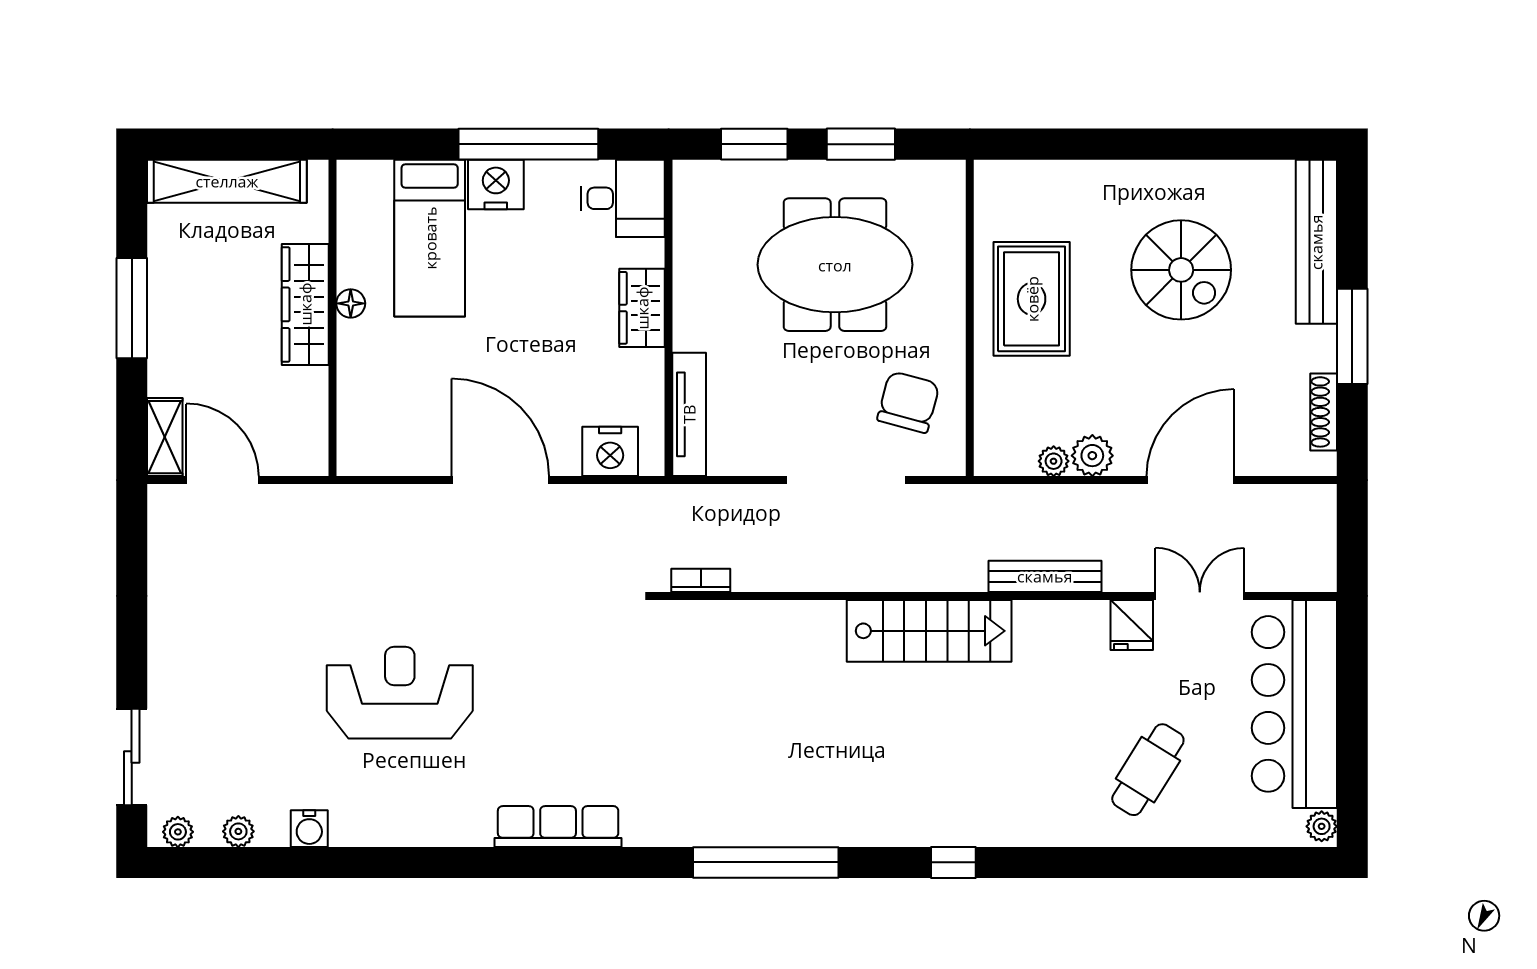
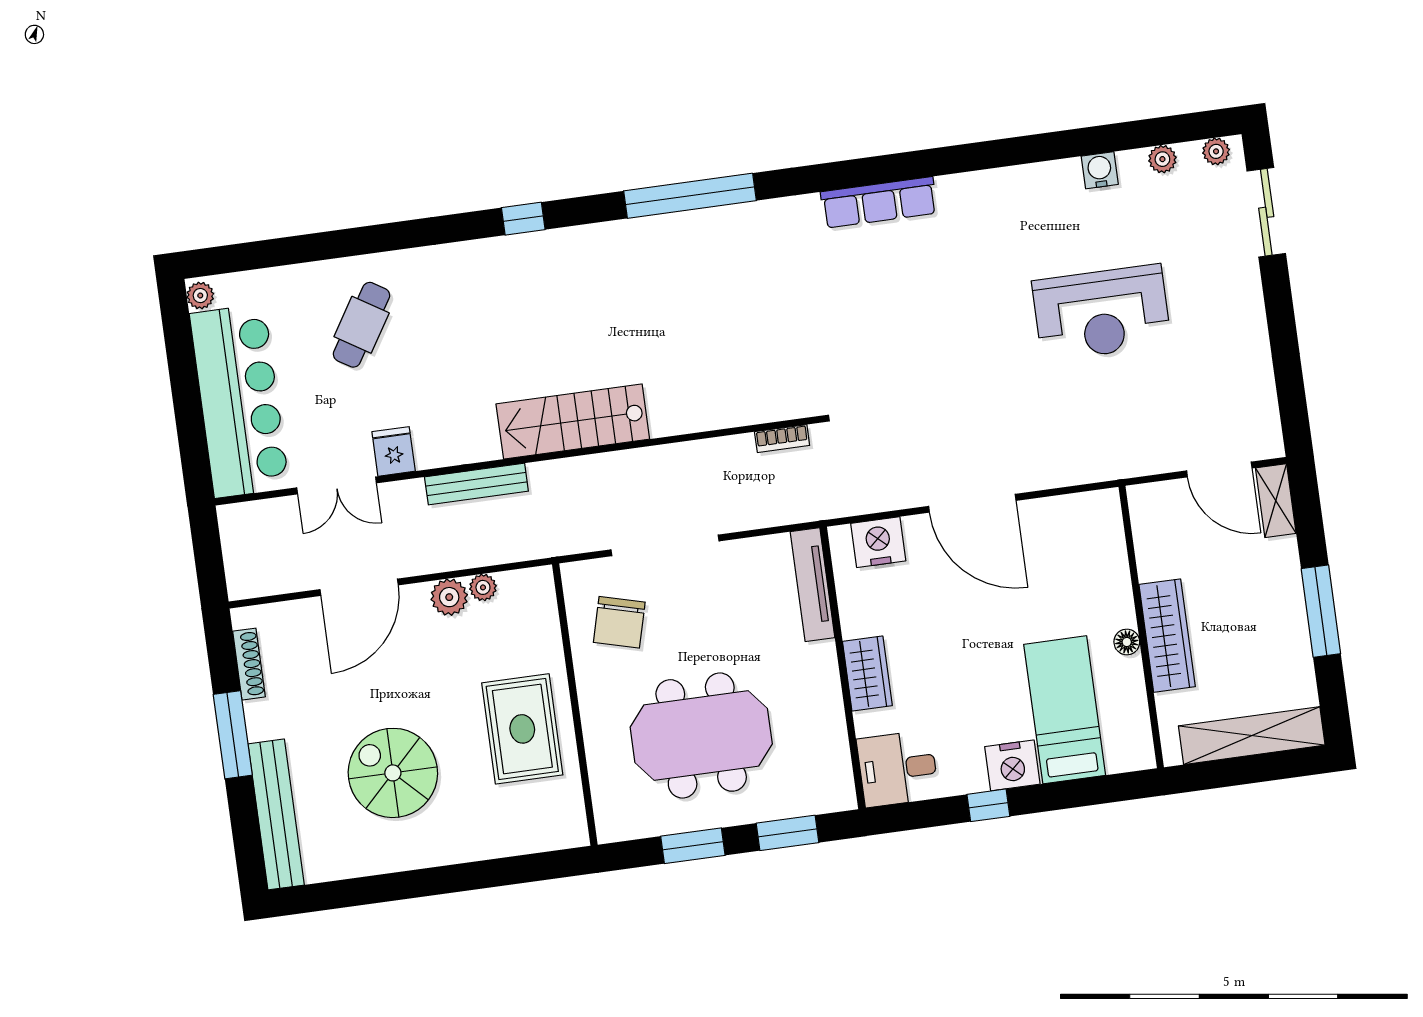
window: (528, 144) -> (988, 805), width x0.32
reception desk: (400, 693) -> (1102, 313), moved

